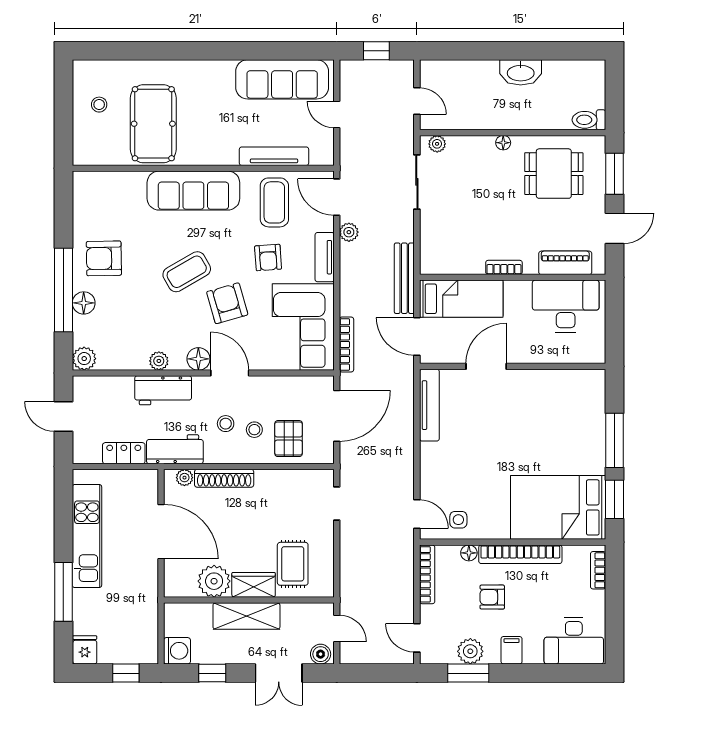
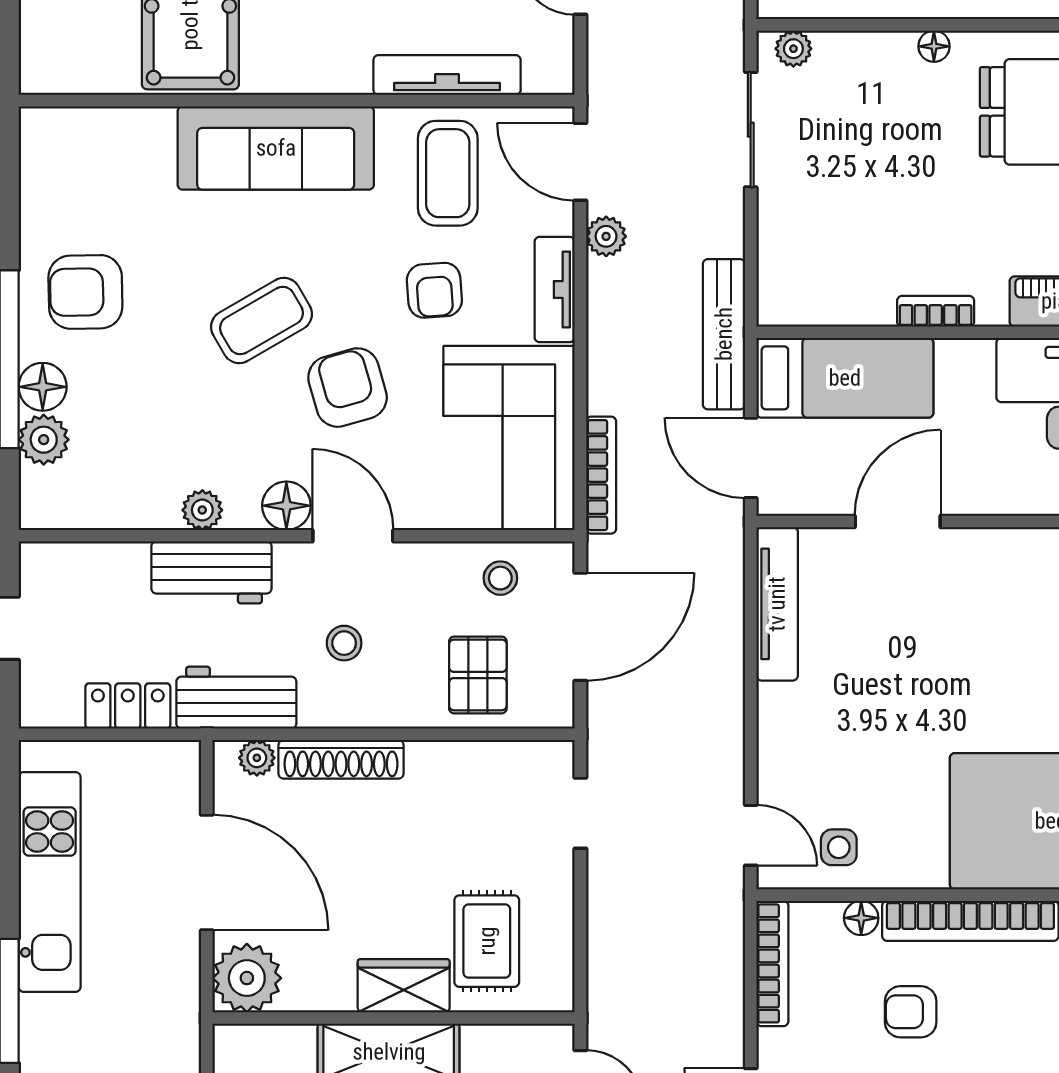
plant: (84, 359) -> (44, 440), moved
stool: (254, 430) -> (500, 578), moved
plant: (214, 581) -> (247, 978), moved

